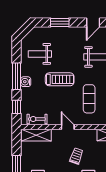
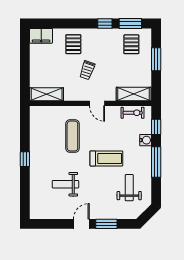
door: (93, 23) -> (81, 224), moved
weight bench: (40, 54) -> (129, 188), turned -90
treadmill: (60, 79) -> (106, 158), turned 180
water cooler: (26, 82) -> (146, 140), moved

